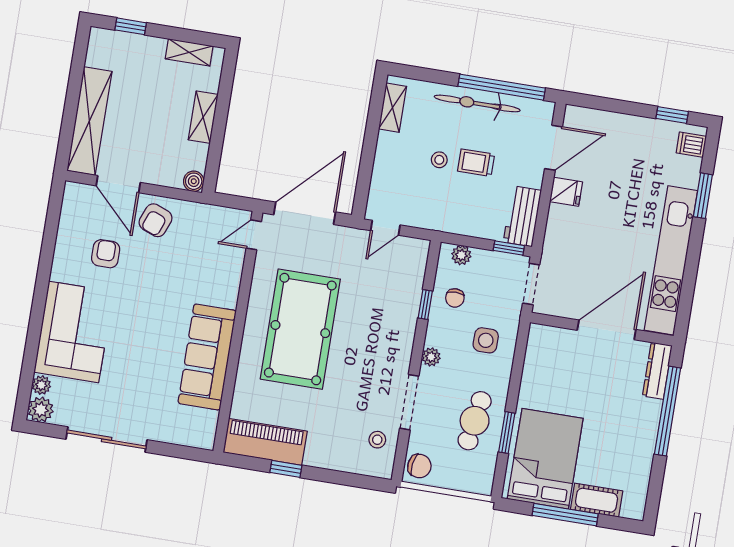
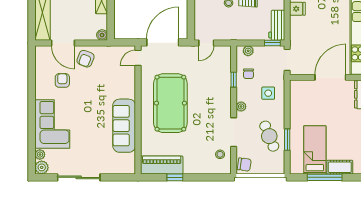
cafe table: (475, 421) -> (269, 136), turned -31
bed: (545, 459) -> (315, 150), width x0.67

